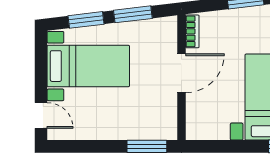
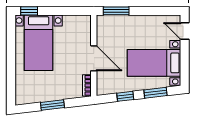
window: (133, 14) -> (125, 96), width x0.67
door: (181, 73) -> (94, 58), swing flipped

